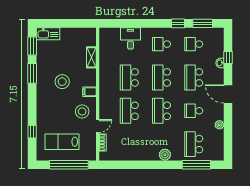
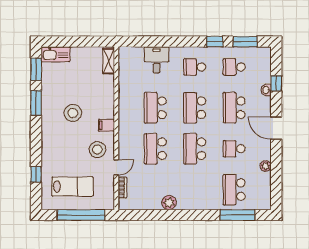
shelving: (91, 57) -> (109, 61), moved
lab bench: (62, 142) -> (73, 187), turned 180
plant: (165, 155) -> (169, 203), moved

